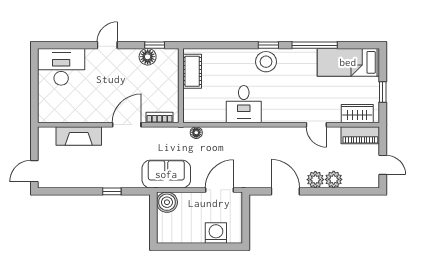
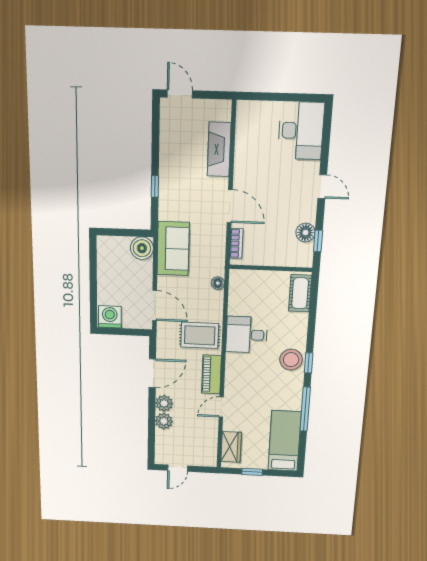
cot: (192, 71) -> (300, 293), moved, turned 90
piano: (360, 135) -> (211, 374), moved
rug: (246, 148) -> (200, 335), added
washing machine: (216, 233) -> (110, 317), moved, turned -90

